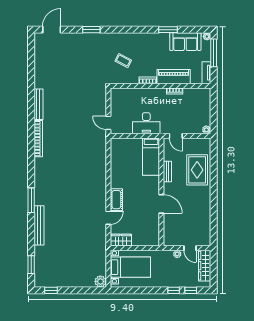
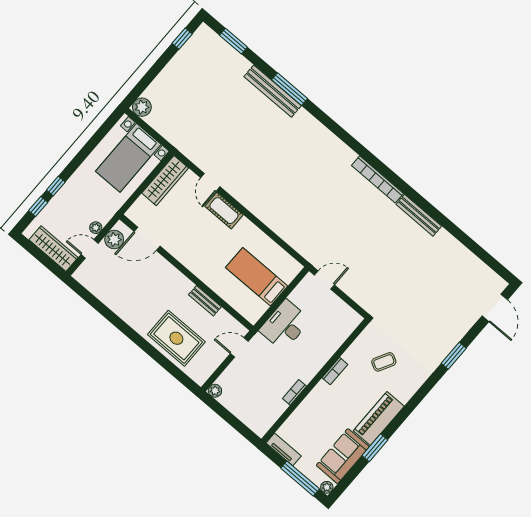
piano: (174, 77) -> (379, 419), moved, turned 180
bed: (151, 157) -> (257, 277), moved
window: (31, 200) -> (290, 89), moved
door: (161, 204) -> (147, 239), moved
wardrobe: (121, 240) -> (165, 181), width x1.50
plant: (175, 240) -> (114, 239), added

